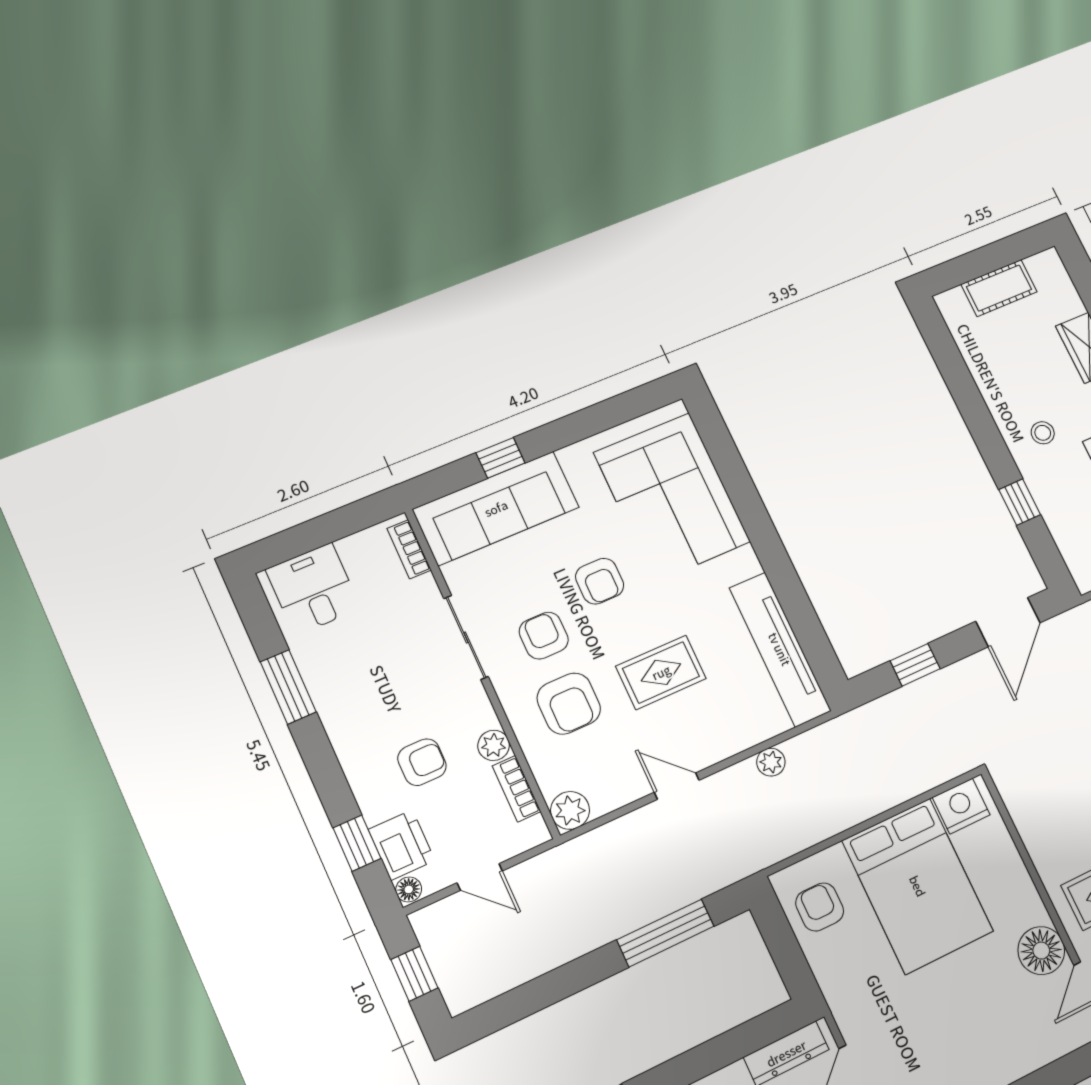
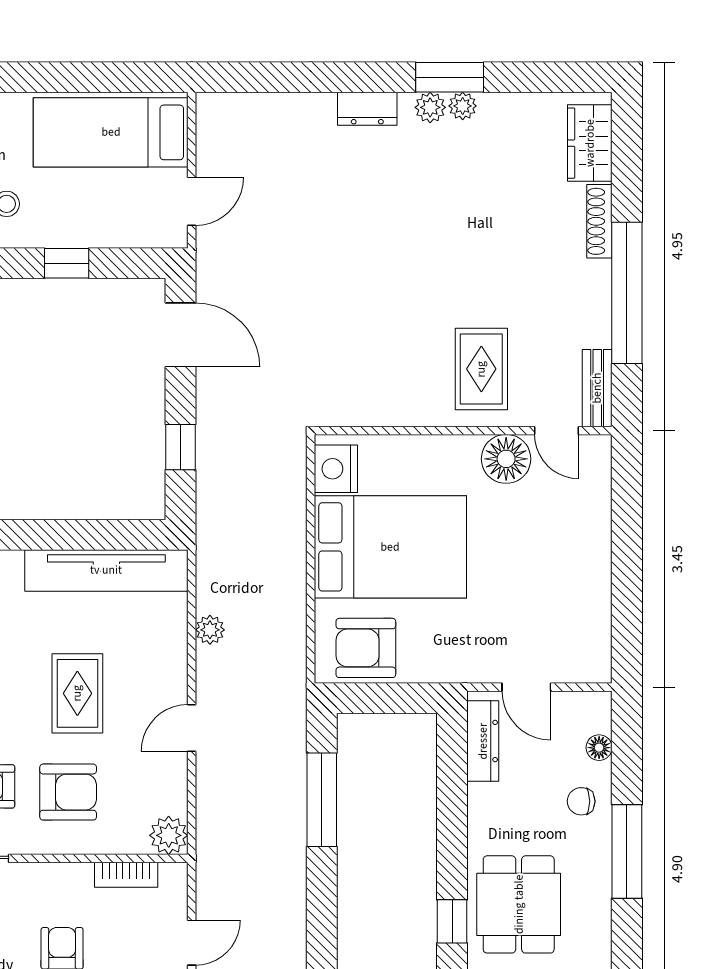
plant: (494, 745) -> (76, 878), removed
armchair: (820, 907) -> (366, 648), width x1.38, depth x1.38

